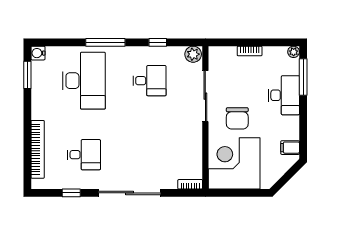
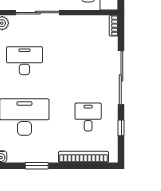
window: (27, 75) -> (37, 166), moved
desk: (150, 81) -> (24, 61), width x1.37

